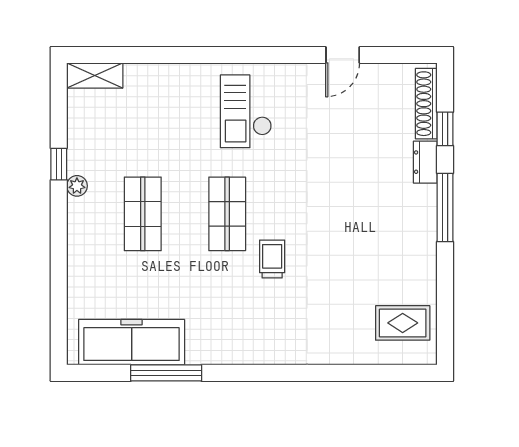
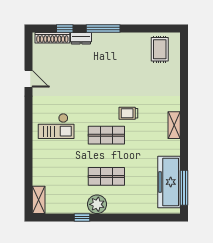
plant: (77, 186) -> (97, 204), width x1.88, depth x1.88
shelving: (248, 353) -> (174, 125), added
window: (166, 373) -> (184, 188), moved

